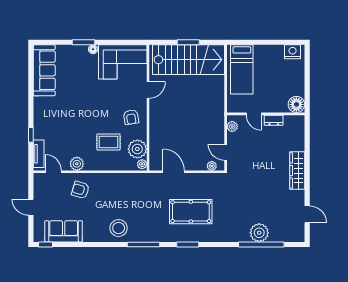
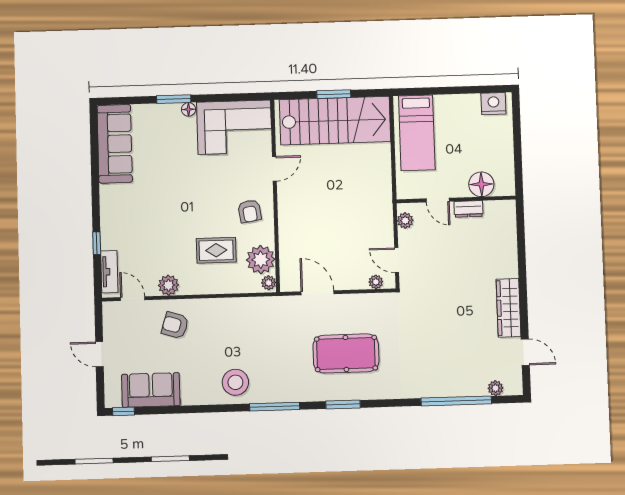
floor lamp: (296, 104) -> (481, 184), moved
wardrobe: (297, 171) -> (509, 308), moved
plant: (259, 233) -> (495, 388), moved, width x0.53, depth x0.53

